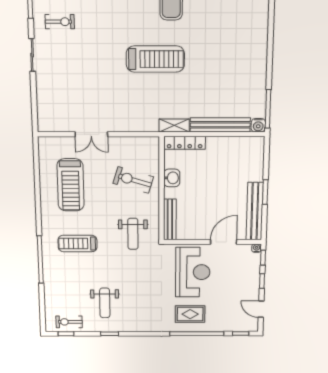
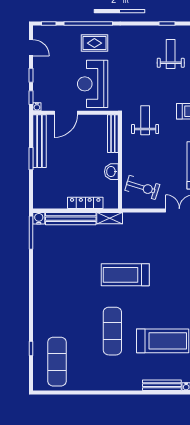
locker: (185, 143) -> (85, 203), moved
exercise bike: (133, 180) -> (142, 187), moved

